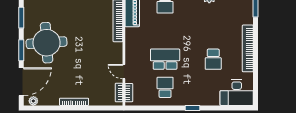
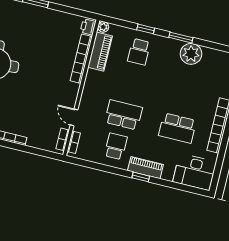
school desk: (213, 59) -> (177, 128), width x1.85
piano: (194, 99) -> (145, 168), added

